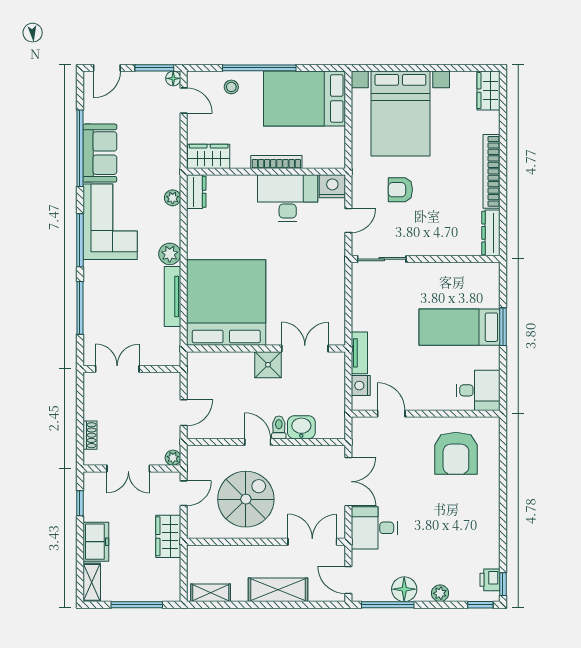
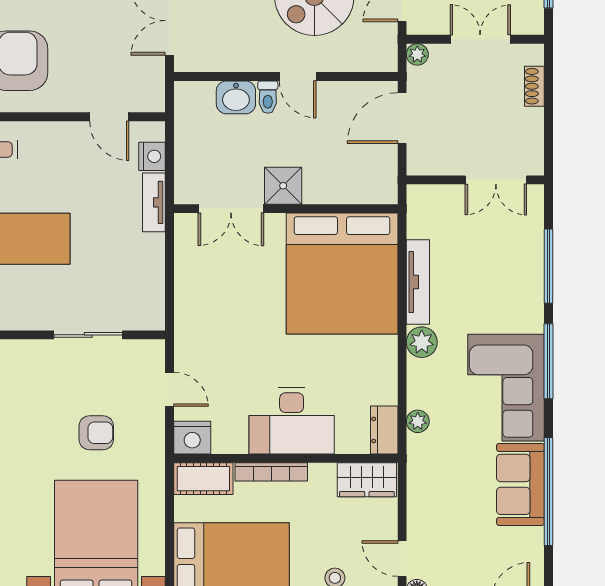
cot: (324, 157) -> (203, 479), added
desk: (288, 198) -> (292, 421), moved
door: (348, 220) -> (170, 389), swing flipped
sliding door: (382, 259) -> (88, 335), moved
door: (184, 413) -> (402, 118), width x1.38

